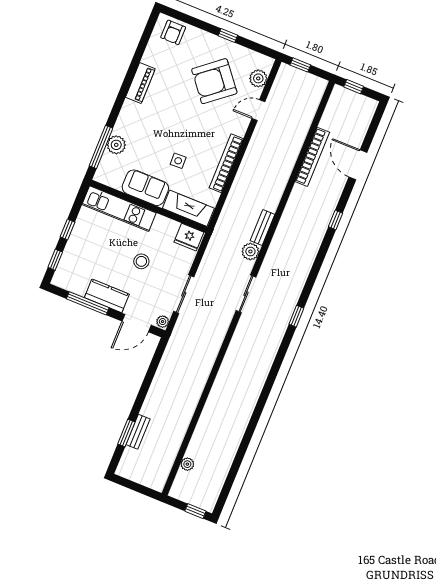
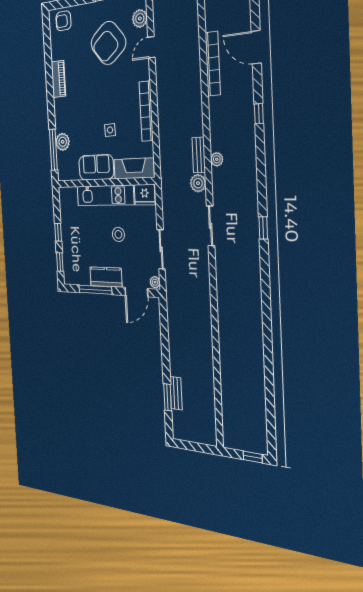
armchair: (173, 32) -> (64, 21), turned 90
kitchen unit: (119, 209) -> (105, 195), moved
plant: (187, 464) -> (217, 159), moved

